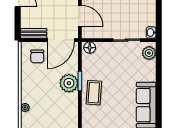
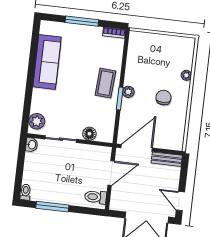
door: (80, 16) -> (111, 173), swing flipped
floor lamp: (90, 48) -> (89, 134), moved
chair: (37, 56) -> (163, 98), moved
plant: (69, 83) -> (128, 92), width x0.53, depth x0.53

